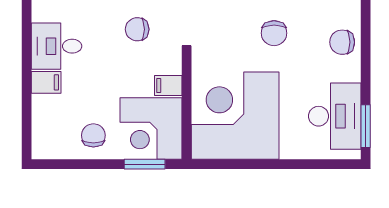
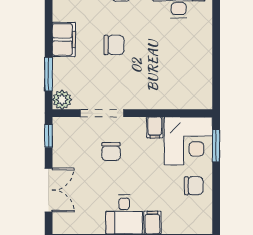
corner desk: (235, 116) -> (178, 75), removed
chair: (93, 135) -> (194, 186), turned 180

